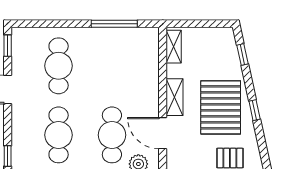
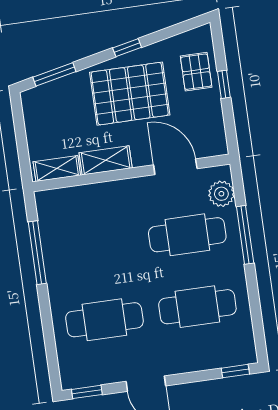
window: (242, 54) -> (54, 74), width x1.50
shelving: (175, 97) -> (106, 160), moved
door: (163, 133) -> (175, 167), swing flipped

